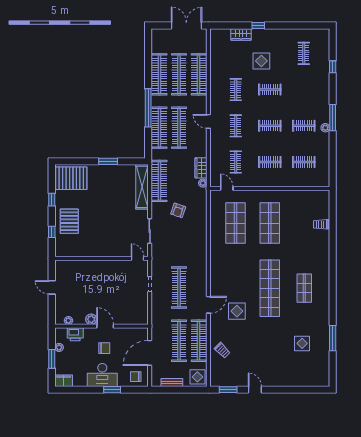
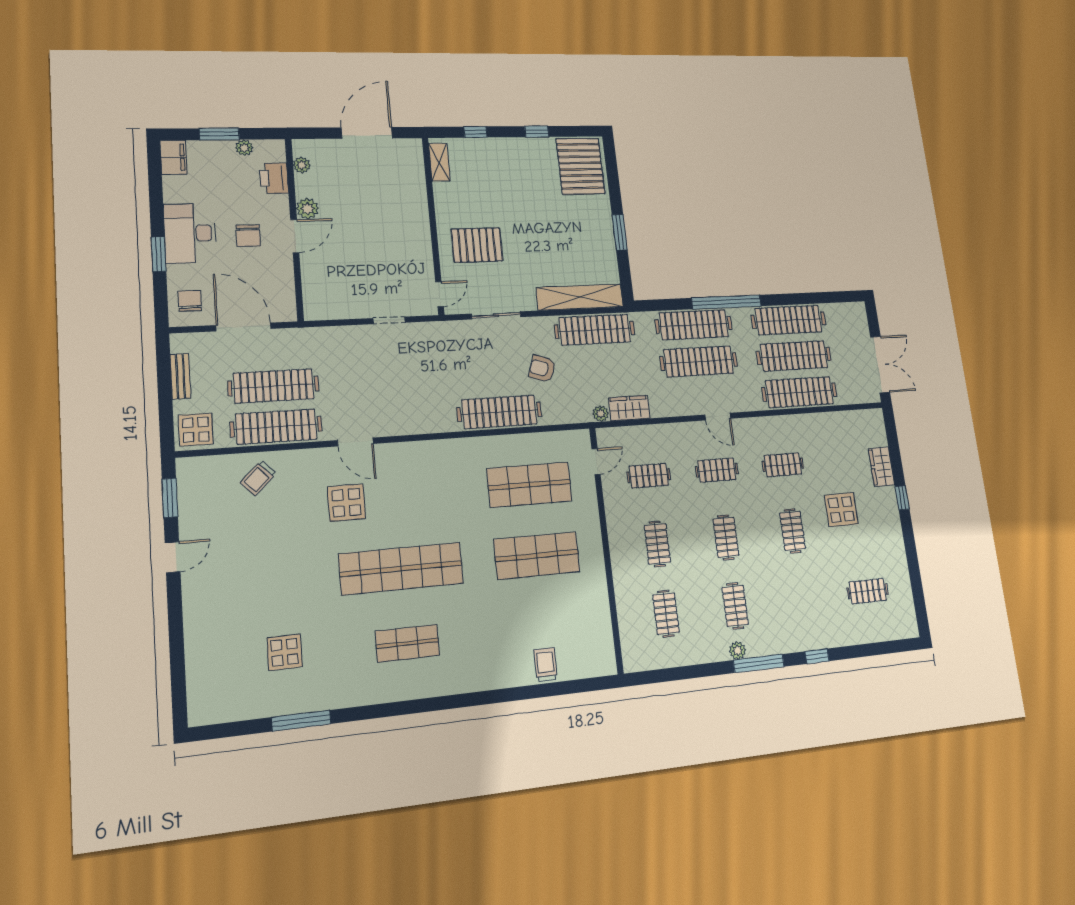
window: (333, 67) -> (817, 656), moved
door: (208, 121) -> (718, 417), swing flipped
pallet: (69, 221) -> (477, 245), moved
shelving: (68, 252) -> (439, 162), added
door: (52, 287) -> (367, 133), width x1.88
clothes rail: (179, 287) -> (499, 412), moved

